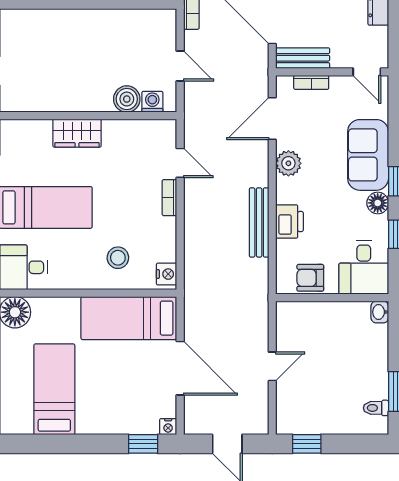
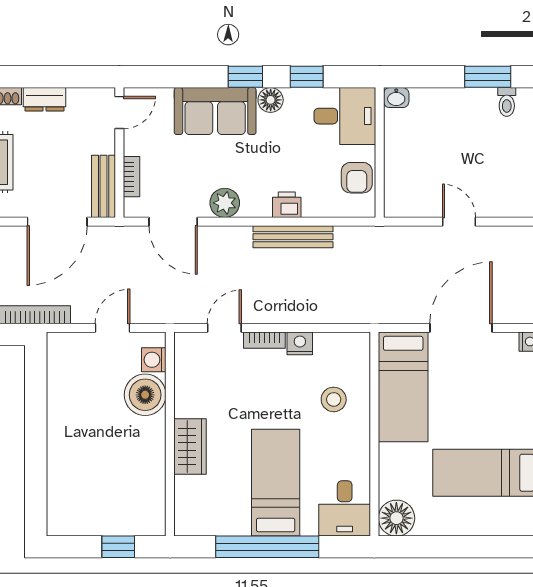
boiler: (127, 99) -> (145, 395), width x1.37, depth x1.37
printer: (289, 221) -> (287, 205), width x0.73, depth x0.81
nightstand: (167, 274) -> (300, 343), moved

